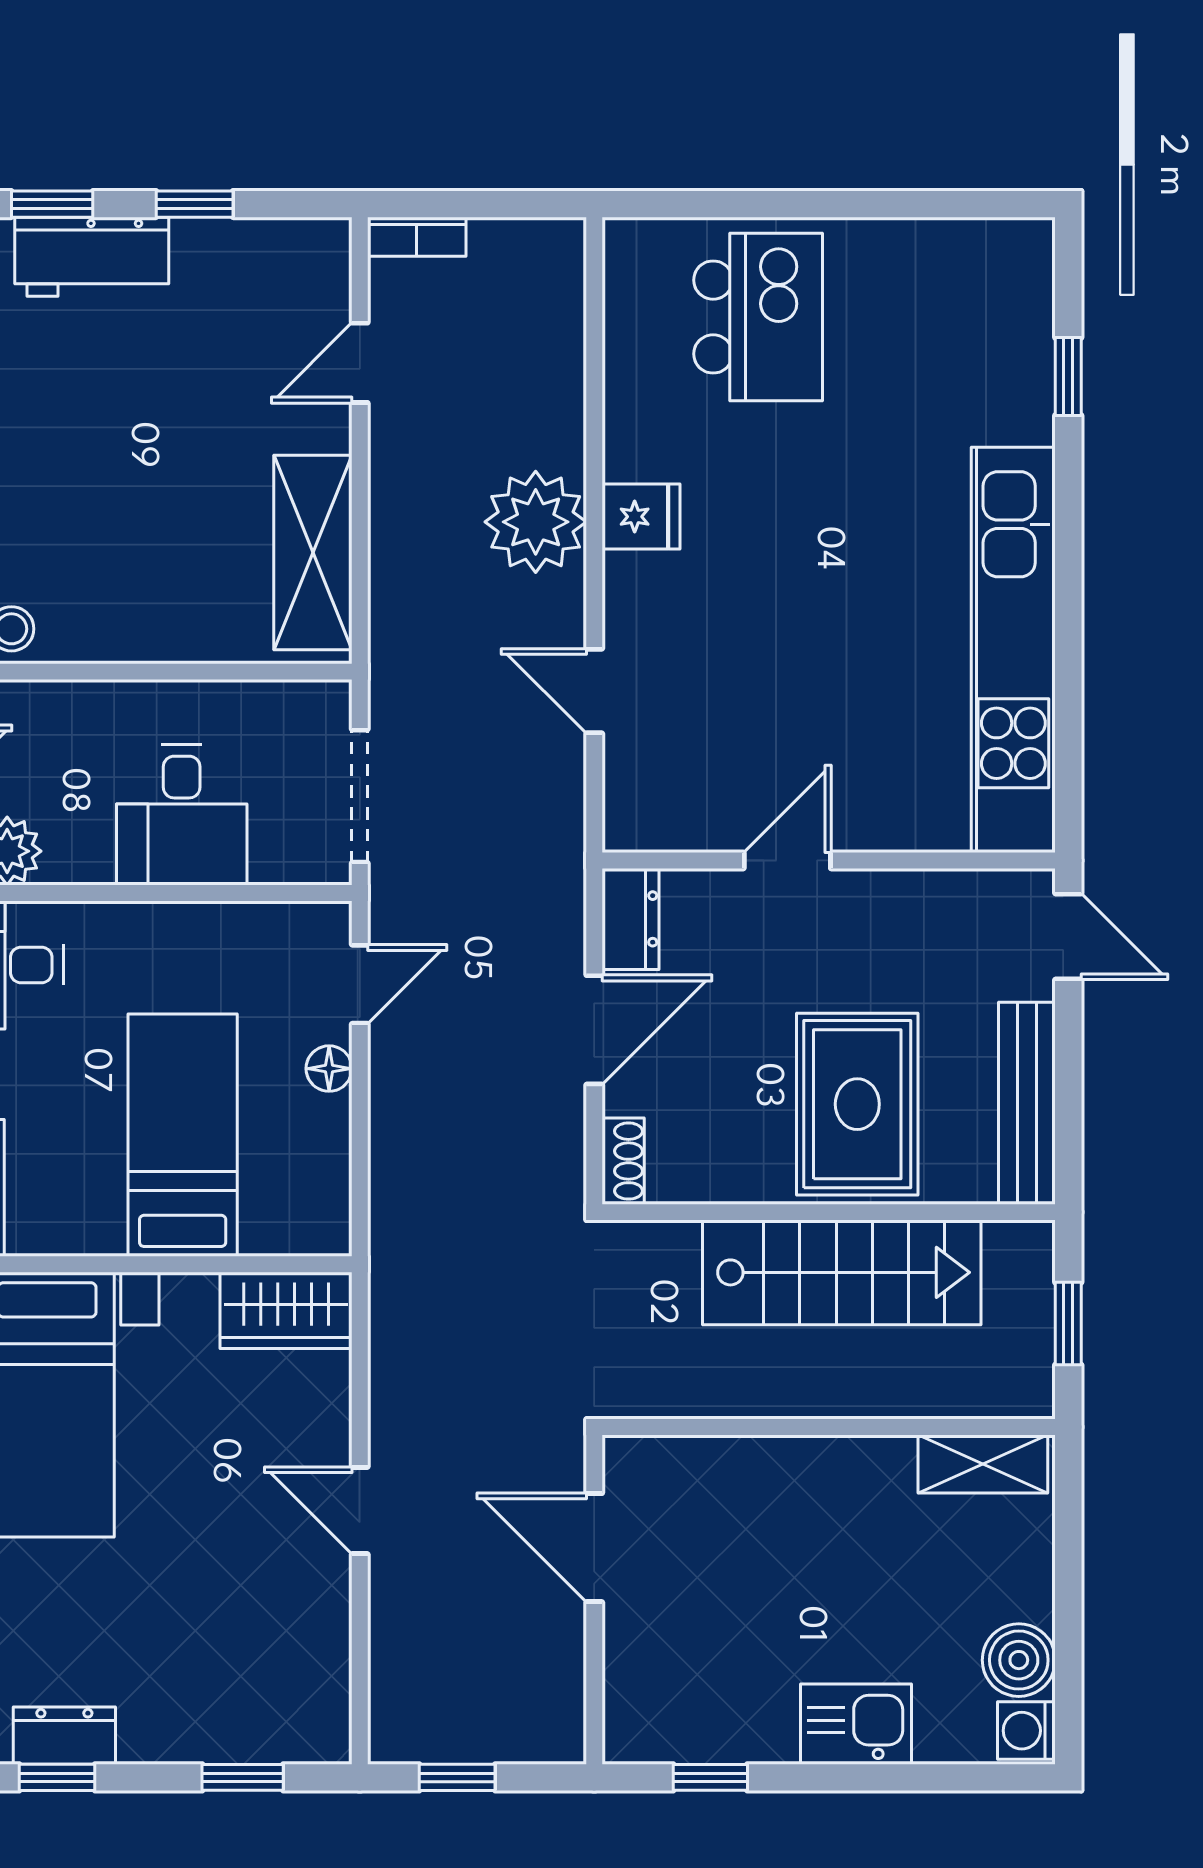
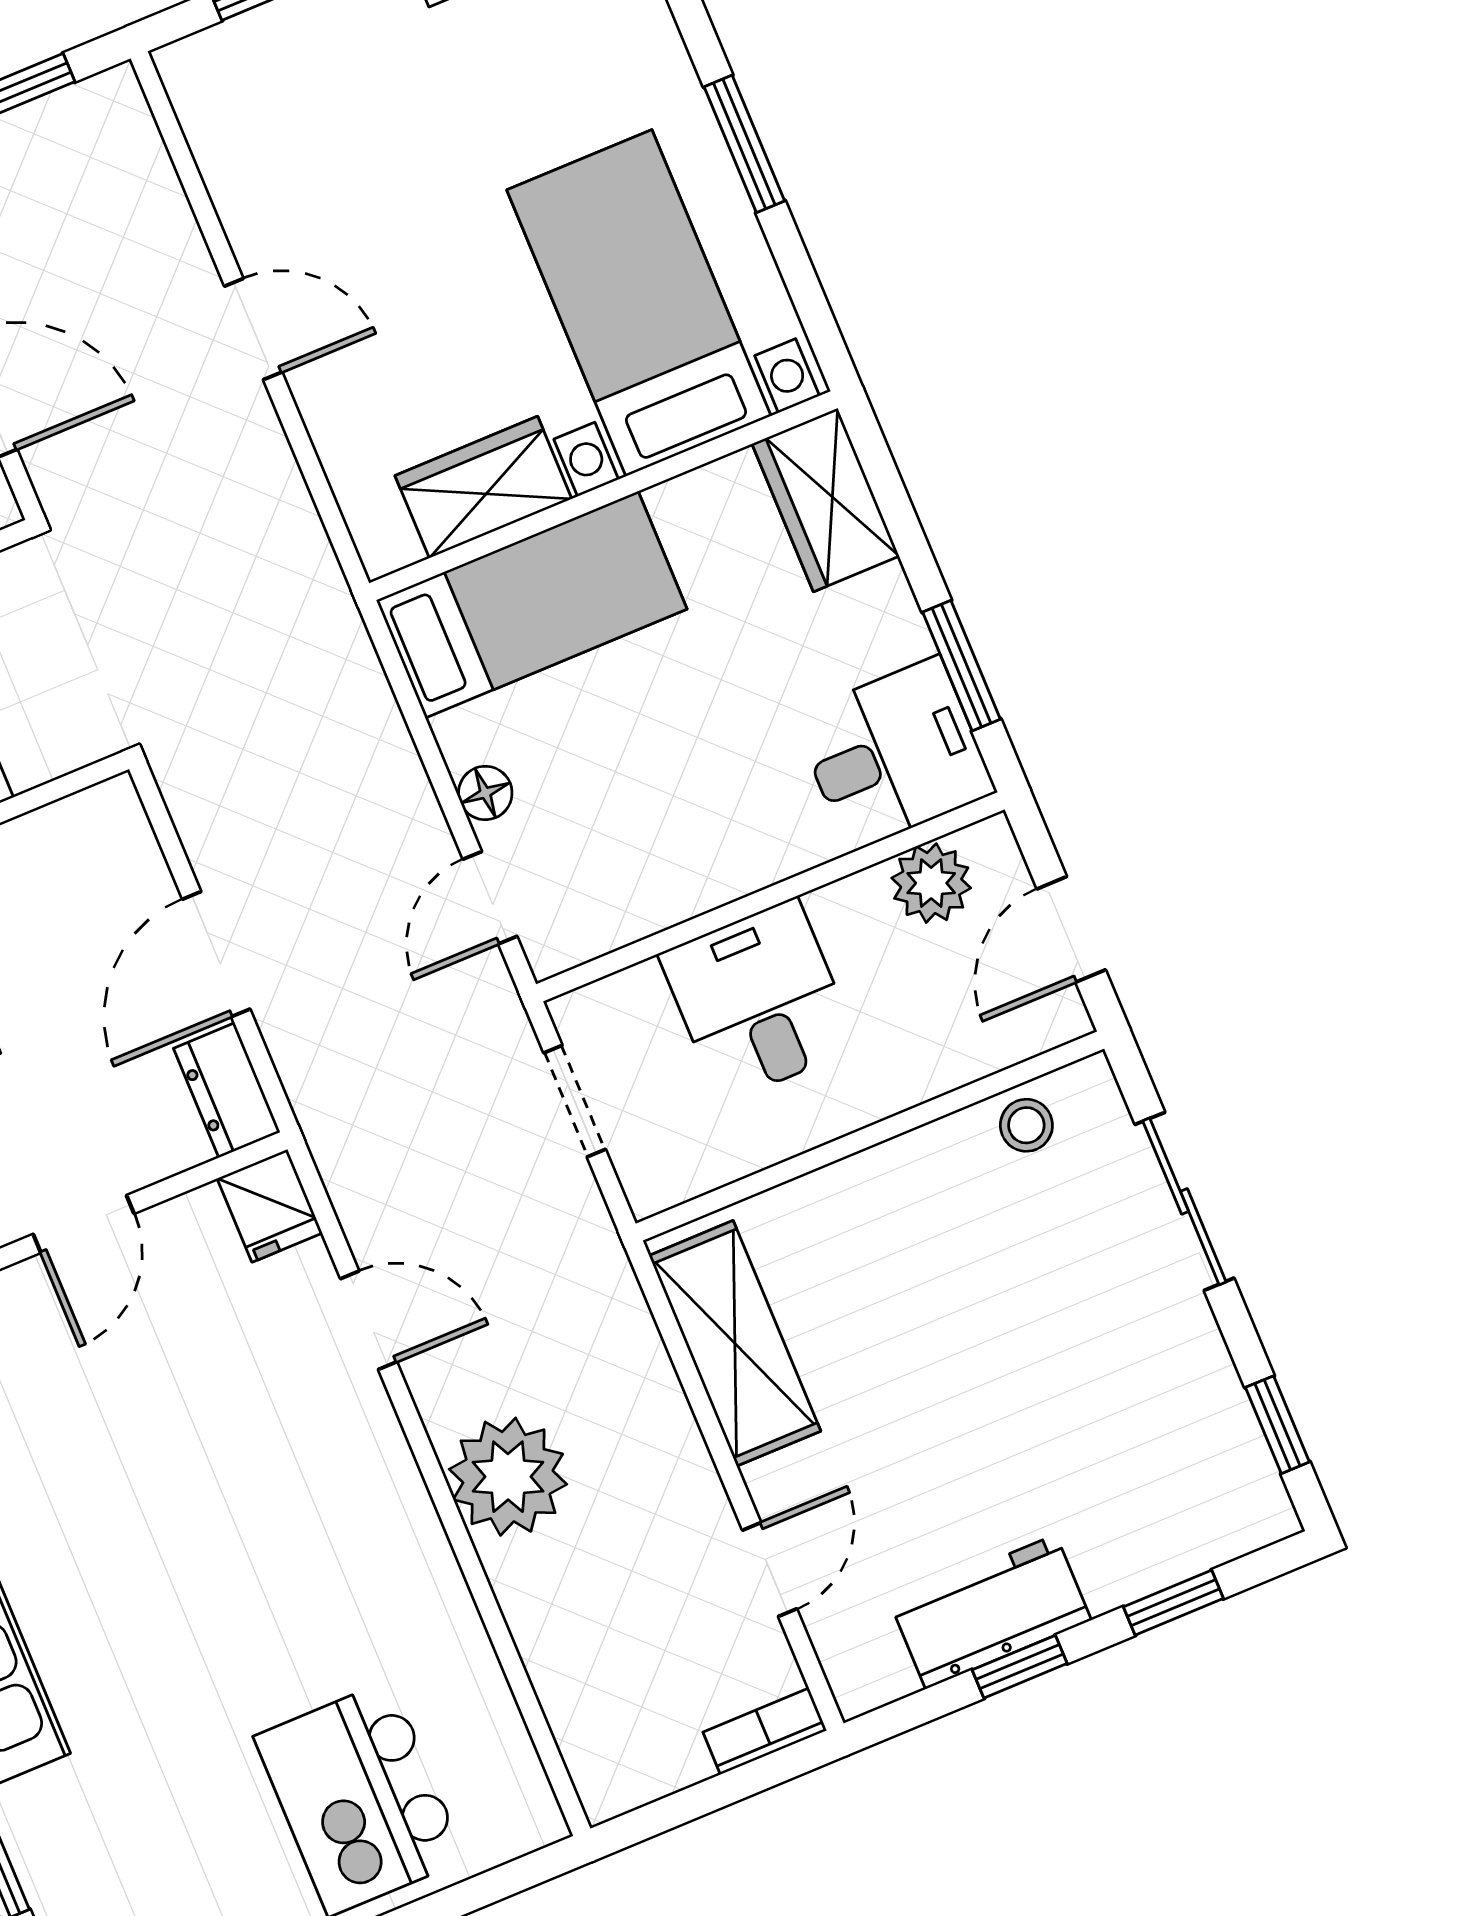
workbench: (92, 257) -> (991, 1612), moved
fridge: (641, 517) -> (270, 1206), moved, turned -90
doorway: (360, 796) -> (575, 1101), width x0.73
bed: (183, 1135) -> (532, 605), moved, turned -90
shoe rack: (623, 1161) -> (126, 825), removed
wardrobe: (286, 1310) -> (483, 487), moved

